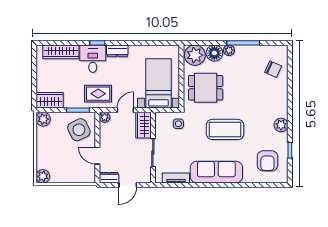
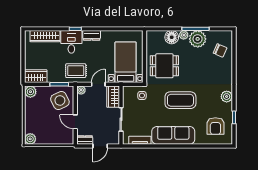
plant: (195, 55) -> (198, 39), moved

